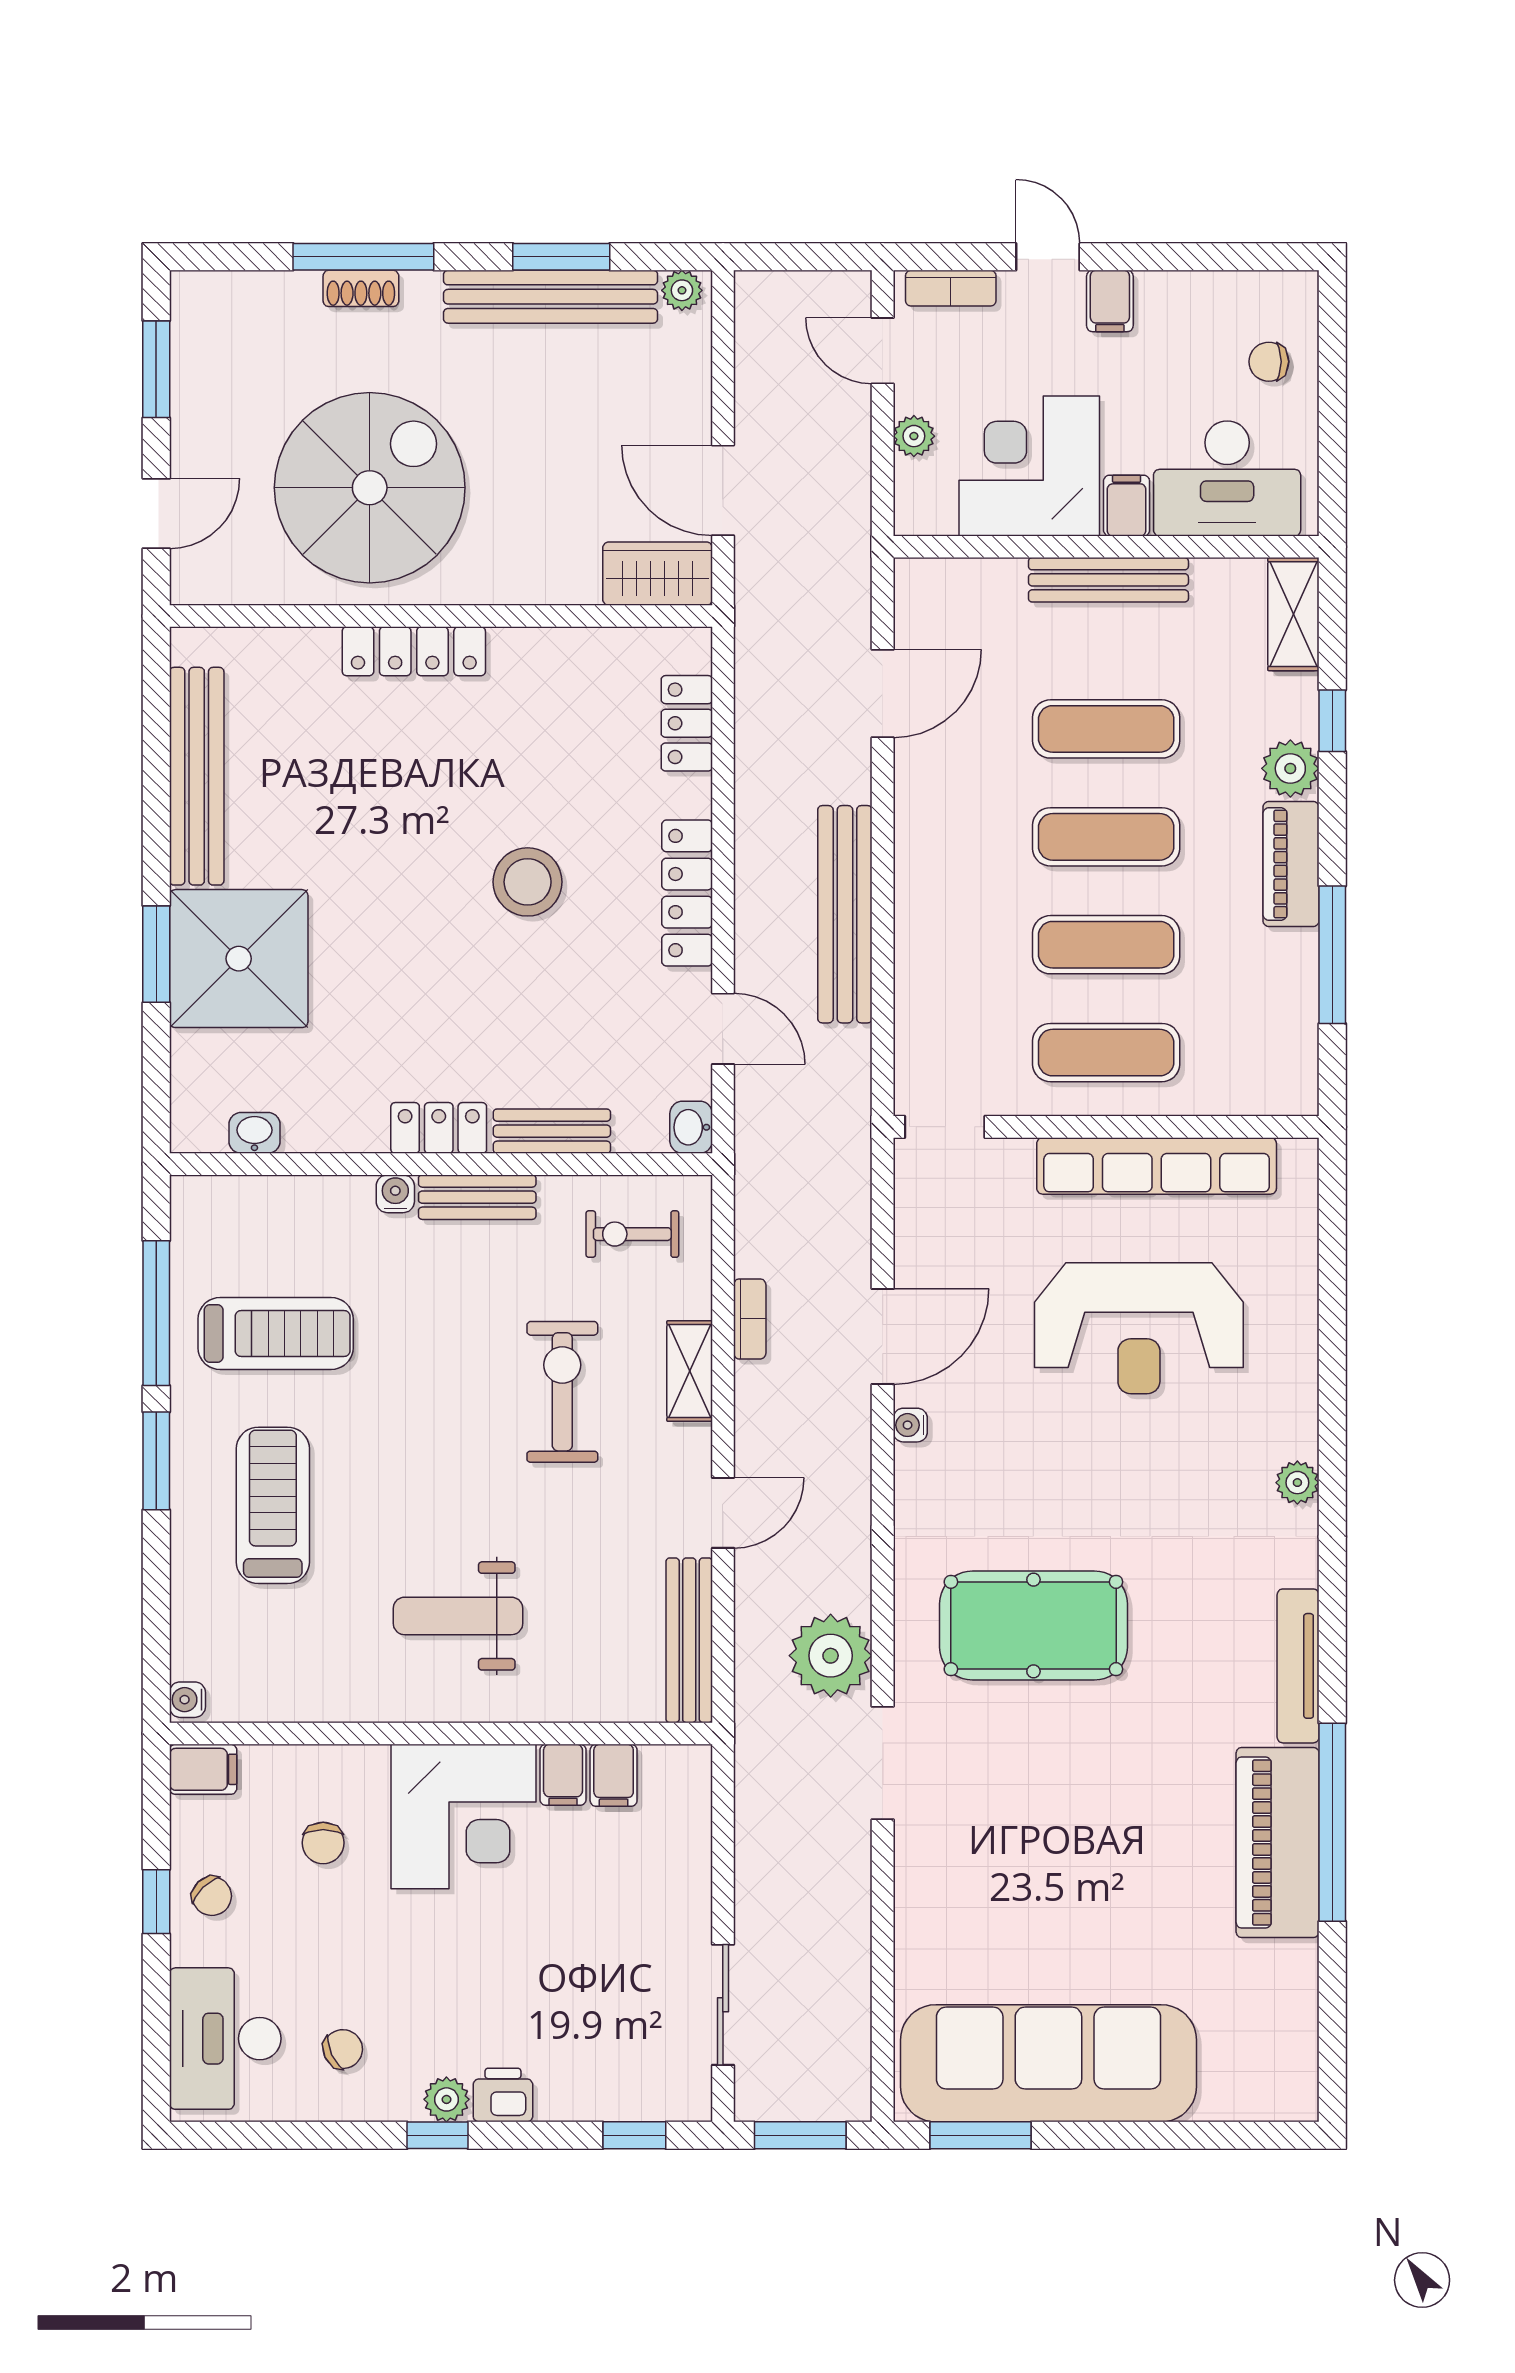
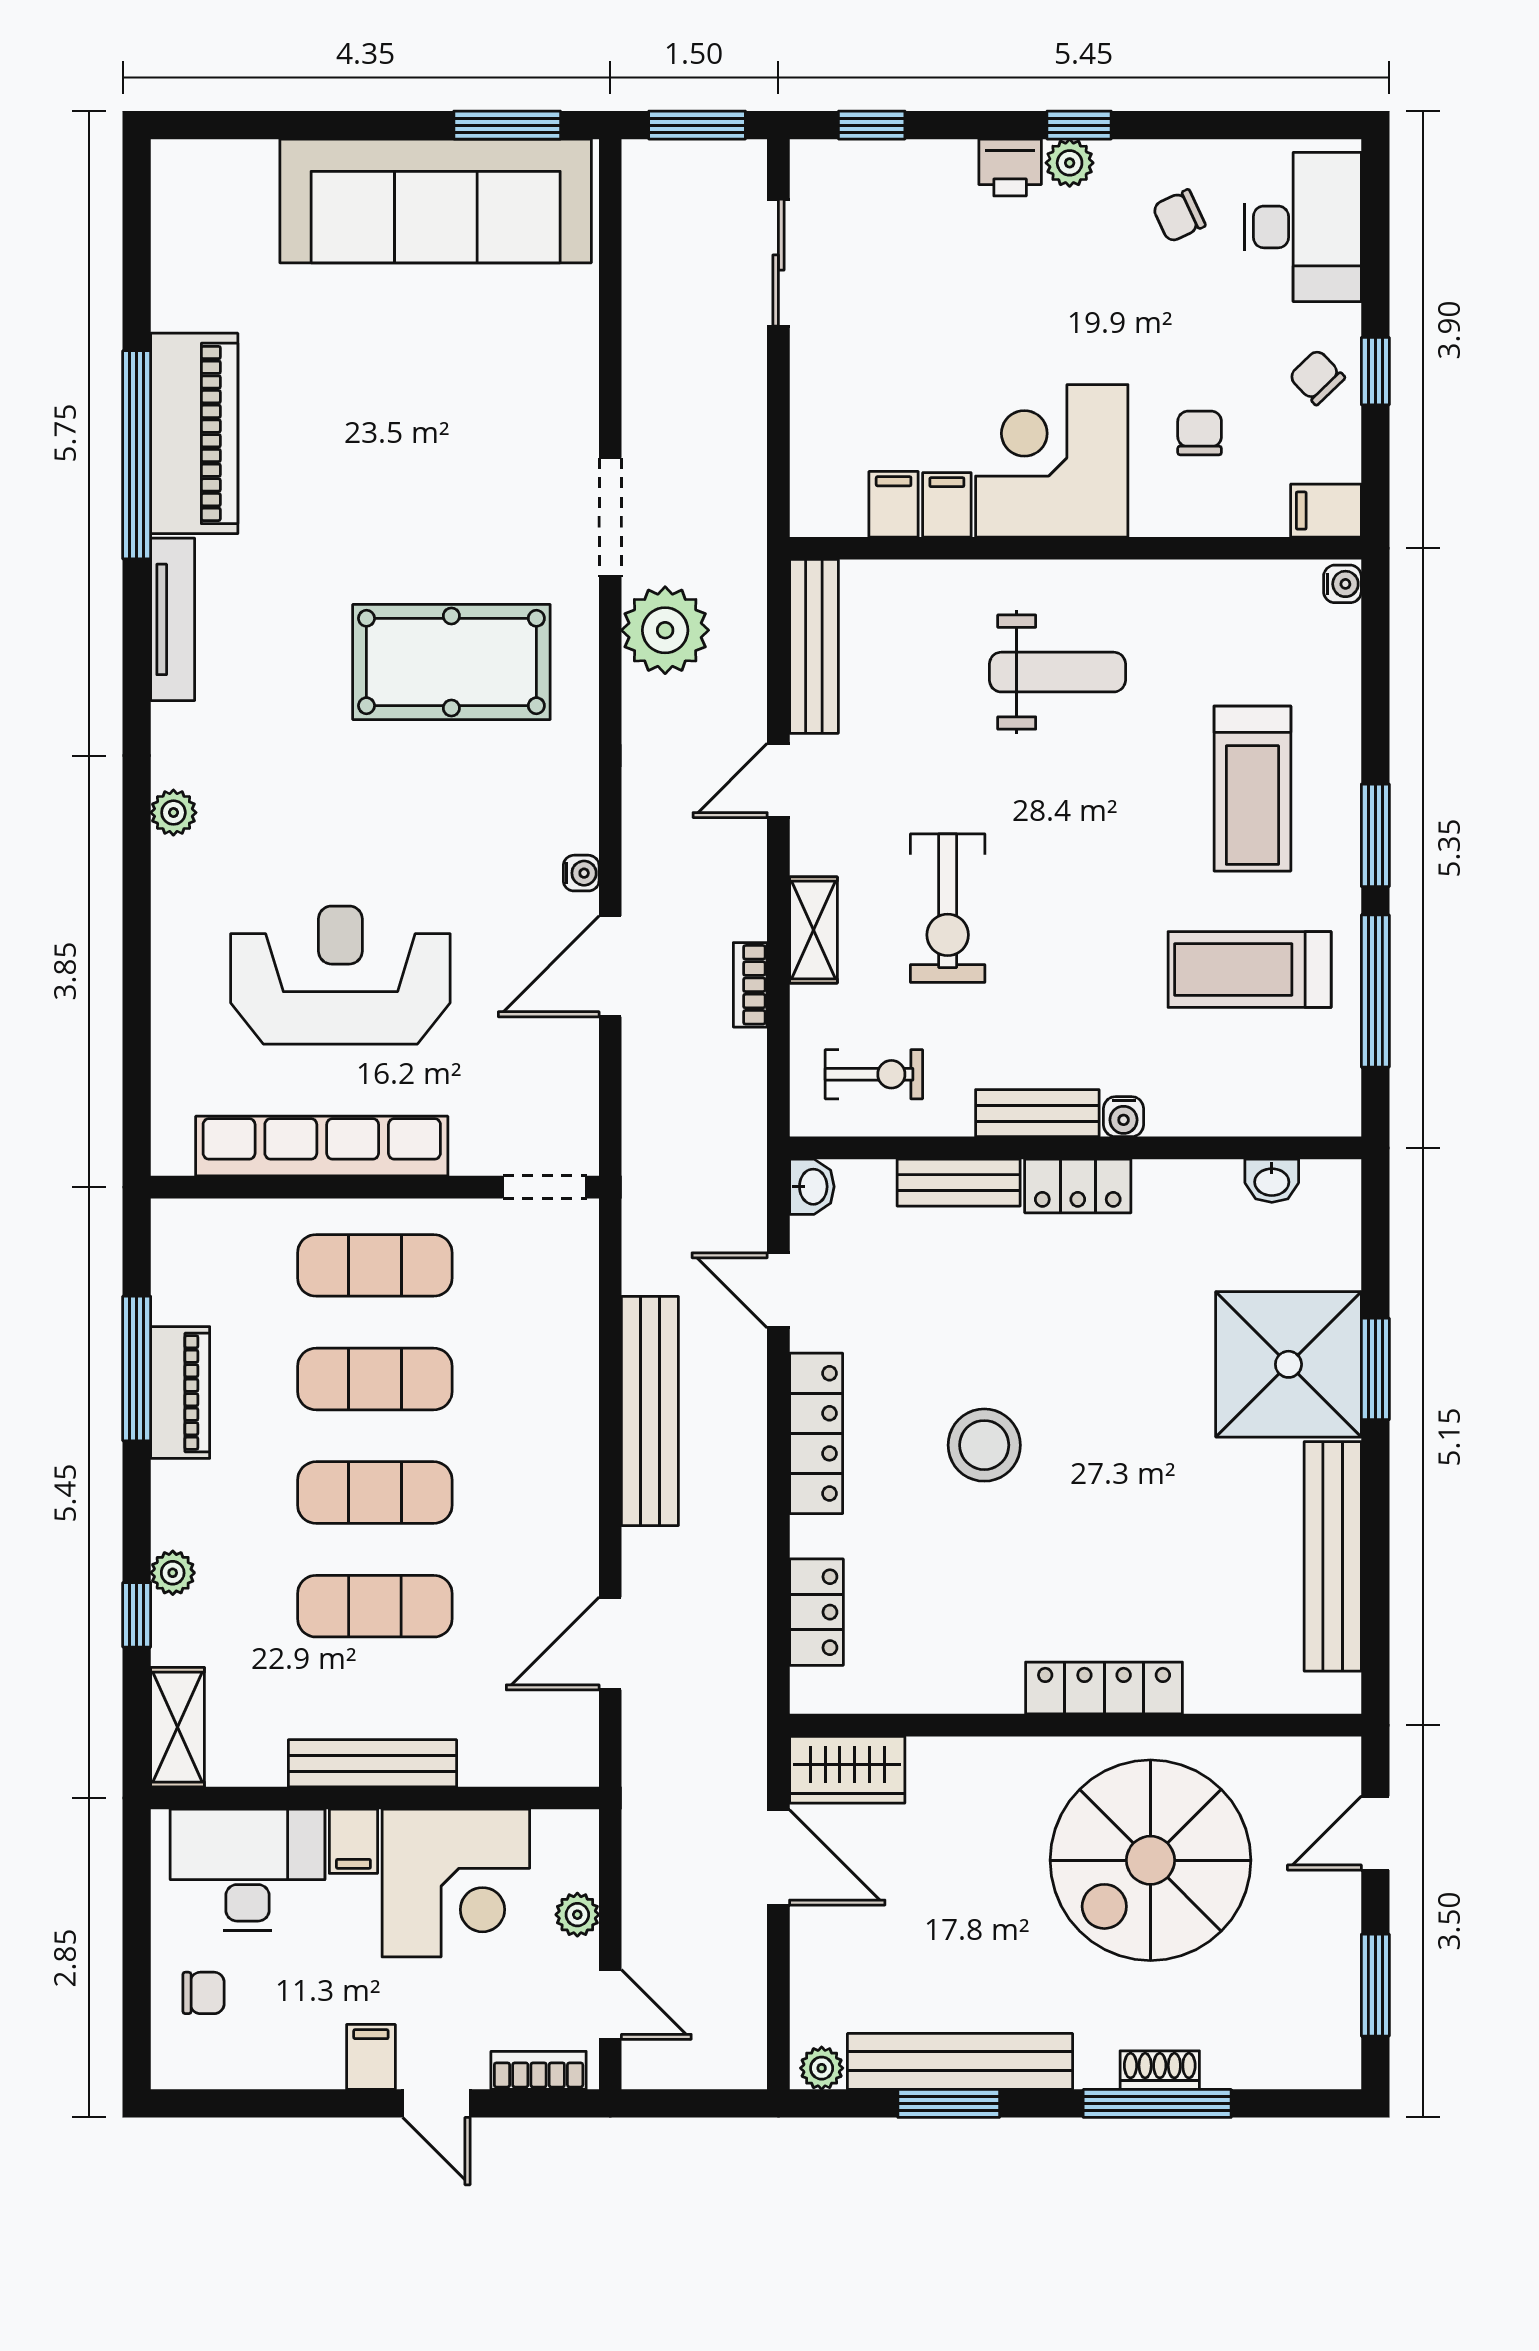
plant: (1290, 768) -> (173, 1573), width x0.73, depth x0.73
piano: (1291, 864) -> (180, 1392), moved

